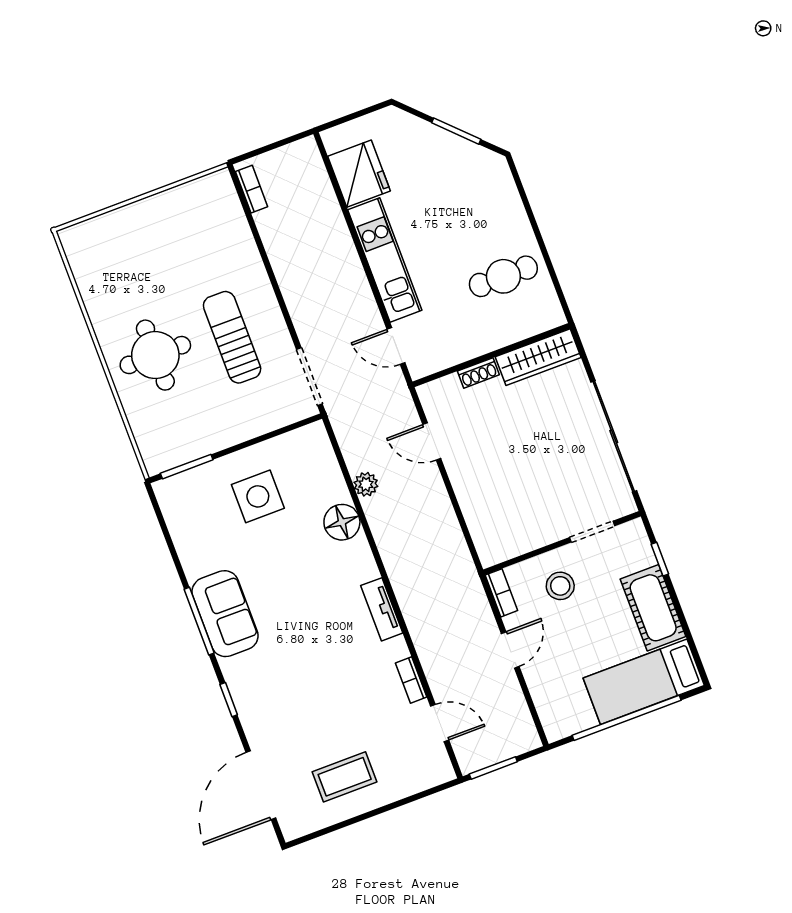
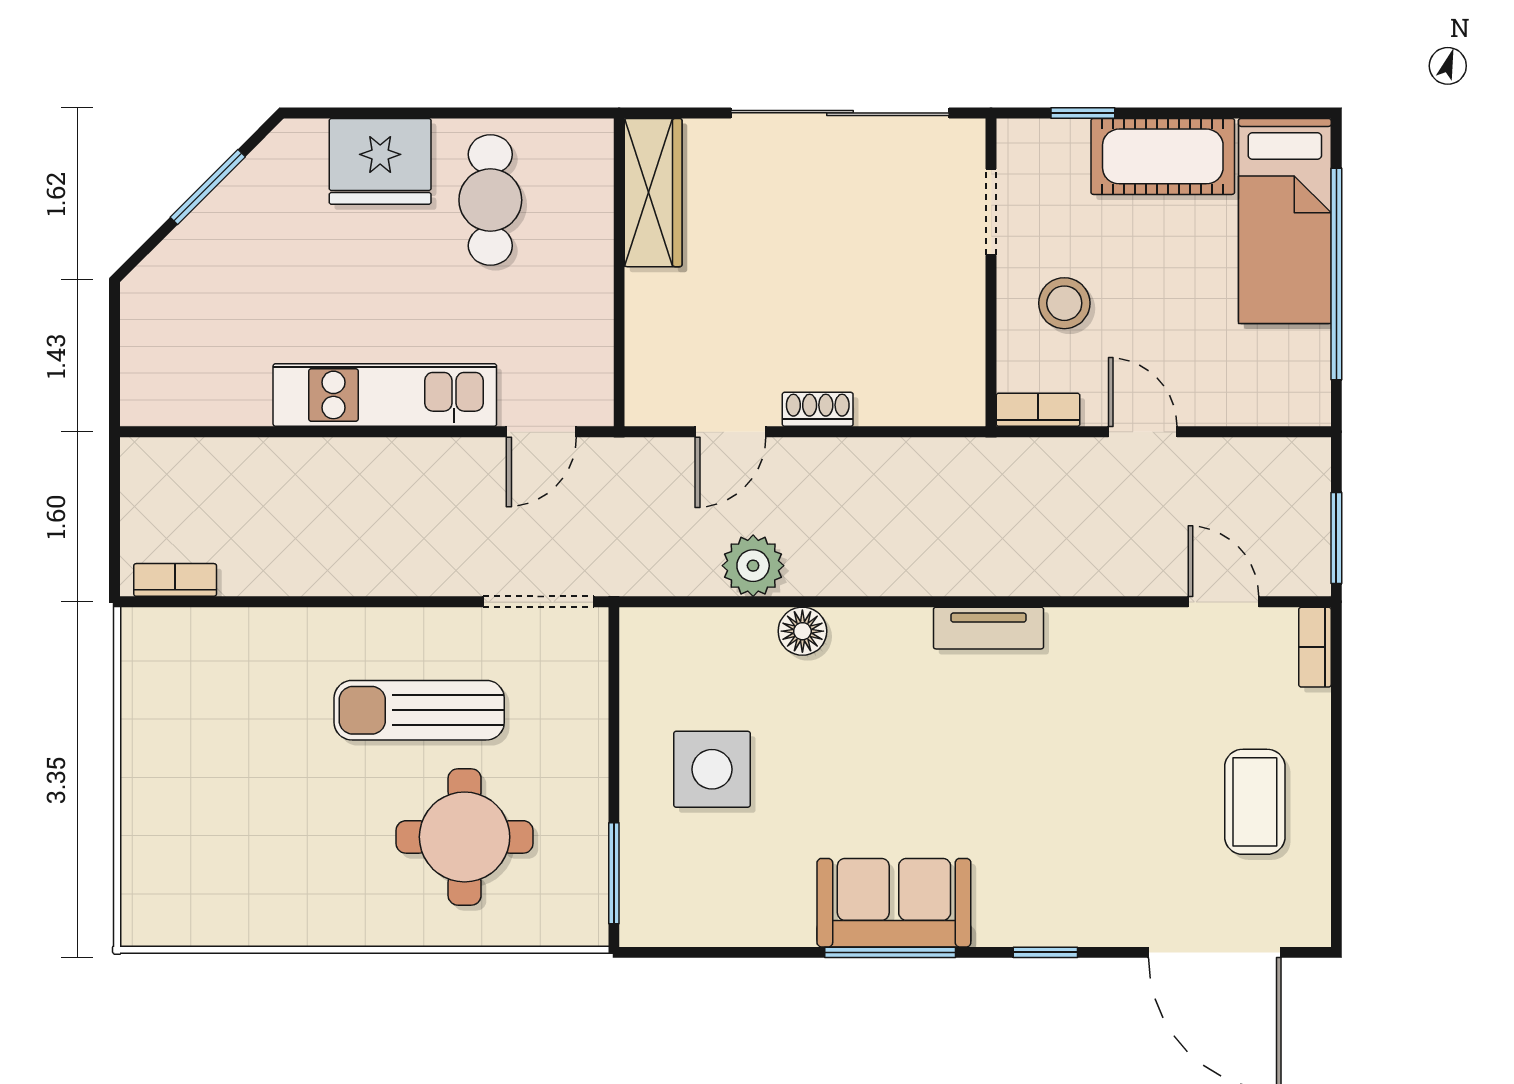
fridge: (359, 174) -> (380, 161), moved, turned 180
round table: (155, 355) -> (465, 837), moved
shoe rack: (478, 373) -> (818, 409), moved, turned -90
plant: (366, 484) -> (753, 566), width x1.38, depth x1.38
floor lamp: (342, 522) -> (802, 631), width x0.73, depth x0.73
bookcase: (411, 680) -> (1315, 647), moved, turned 90
door: (440, 723) -> (1223, 602), hinge flipped

